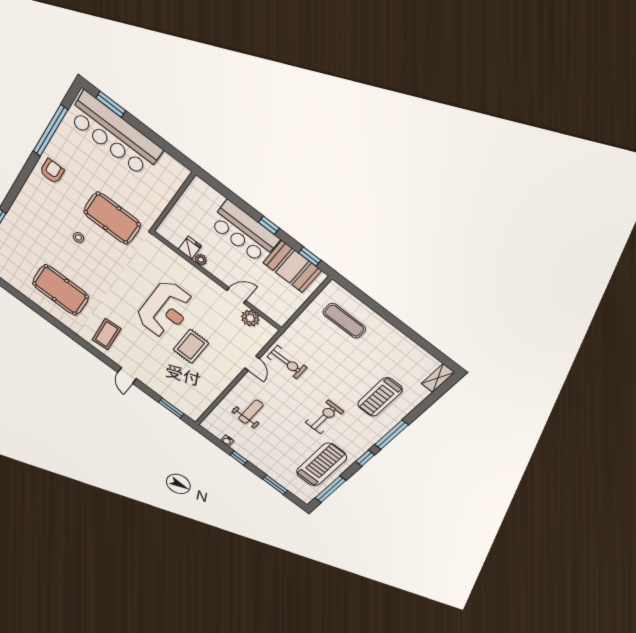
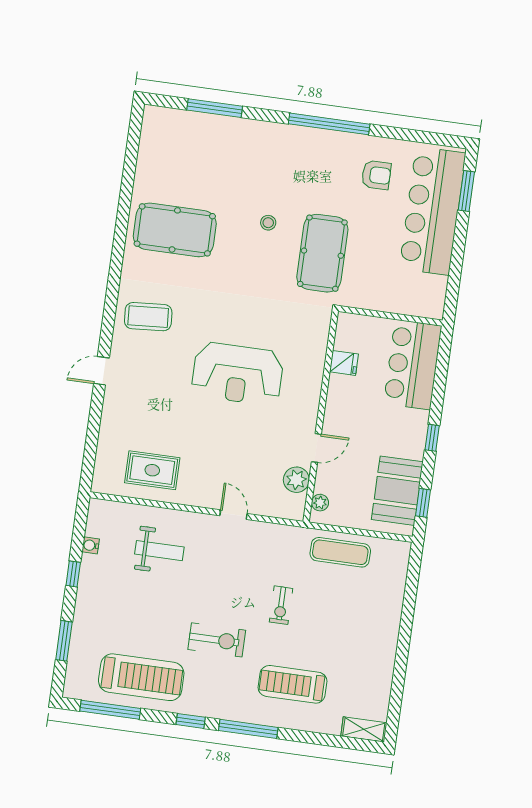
window: (50, 131) -> (329, 124), moved
armchair: (52, 171) -> (376, 175), moved
bar counter: (244, 232) -> (413, 365), moved
plant: (201, 260) -> (320, 503), moved
pool table: (60, 290) -> (175, 230), turned 90
door: (236, 295) -> (316, 448), hinge flipped
exercise mat: (344, 321) -> (340, 552), moved, turned 90
rug: (191, 346) -> (152, 470), moved
exercise bike: (287, 362) -> (281, 605), moved, width x0.73, depth x0.72
door: (252, 363) -> (234, 515), swing flipped
window: (171, 408) -> (90, 450), removed

